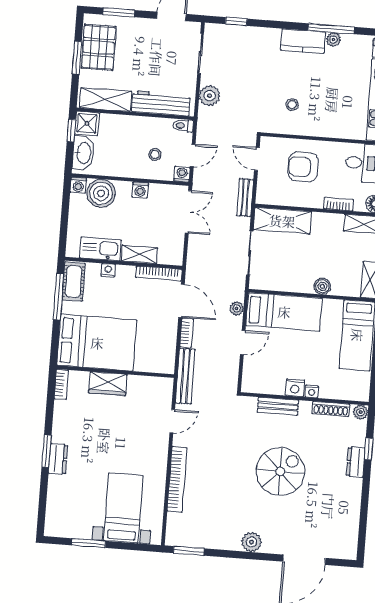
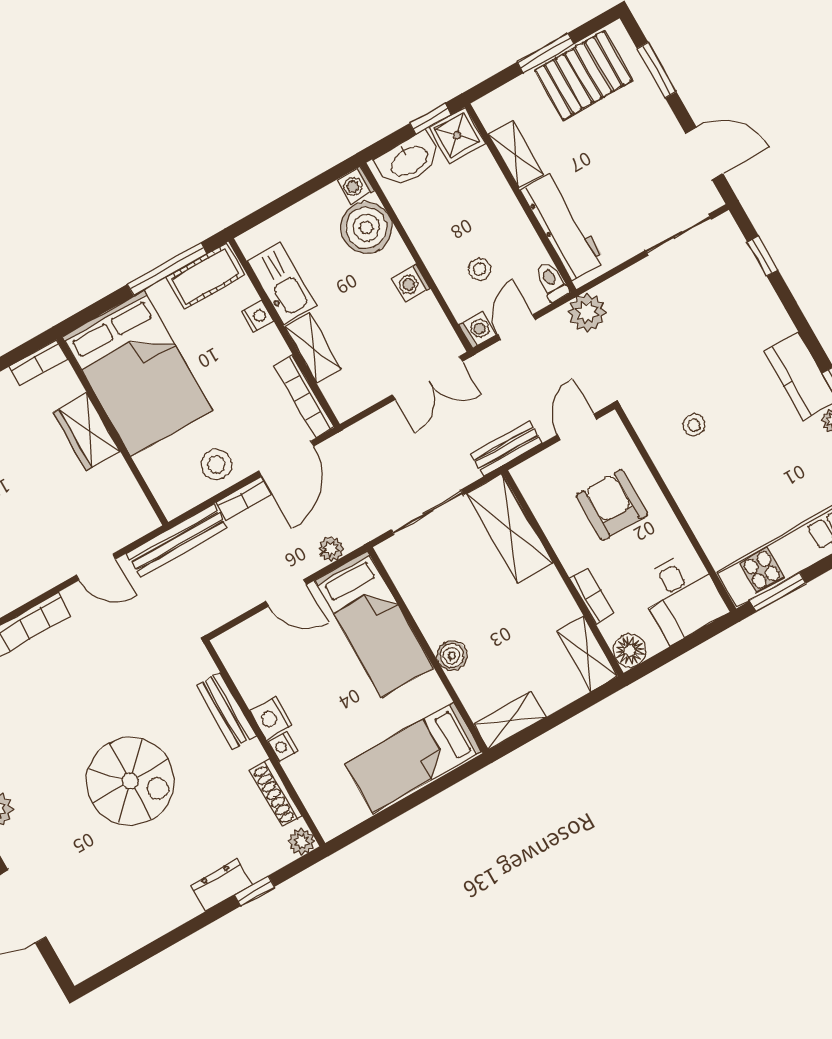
plant: (210, 96) -> (587, 312), moved
shelving: (106, 100) -> (516, 155), width x0.67, depth x0.75
door: (193, 156) -> (517, 327), swing flipped
stool: (163, 335) -> (216, 465), added

